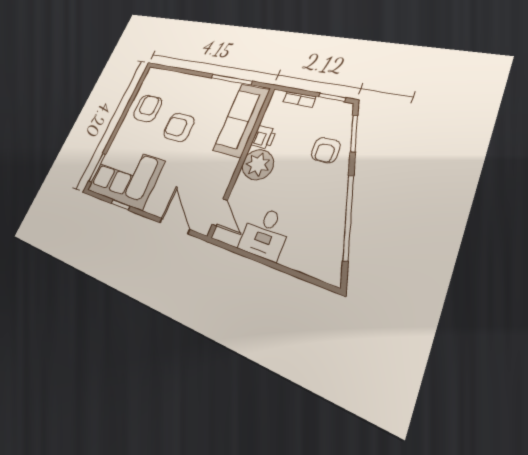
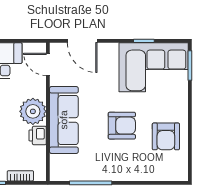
sofa: (241, 120) -> (64, 120), moved

